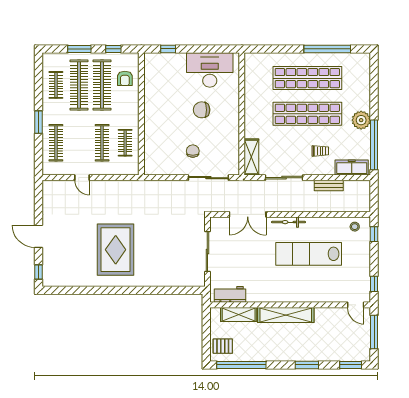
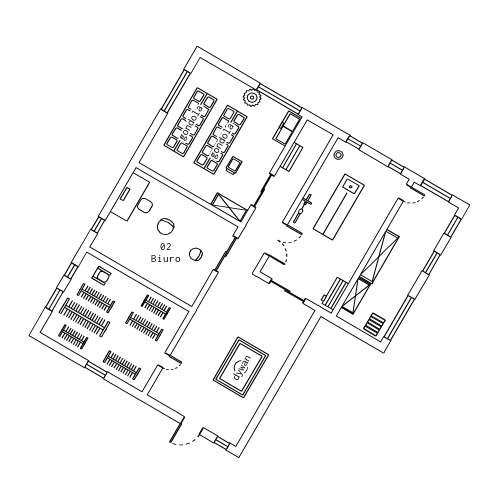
clothes rail: (102, 85) -> (96, 298), width x0.73, depth x0.76
trolley: (320, 151) -> (234, 166), moved
rug: (116, 250) -> (241, 367), turned 90

